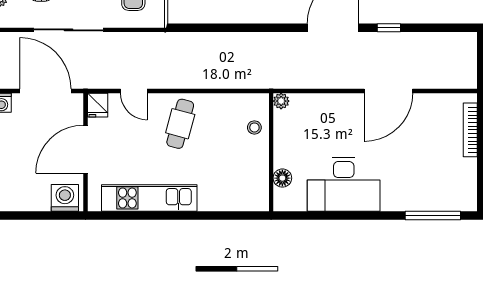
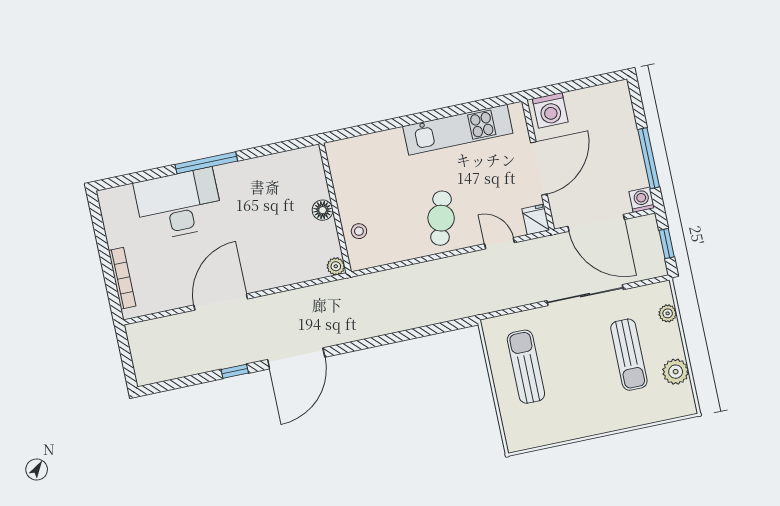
floor lamp: (282, 178) -> (323, 210), moved
desk: (344, 184) -> (179, 204), moved
window: (433, 215) -> (206, 163), moved

